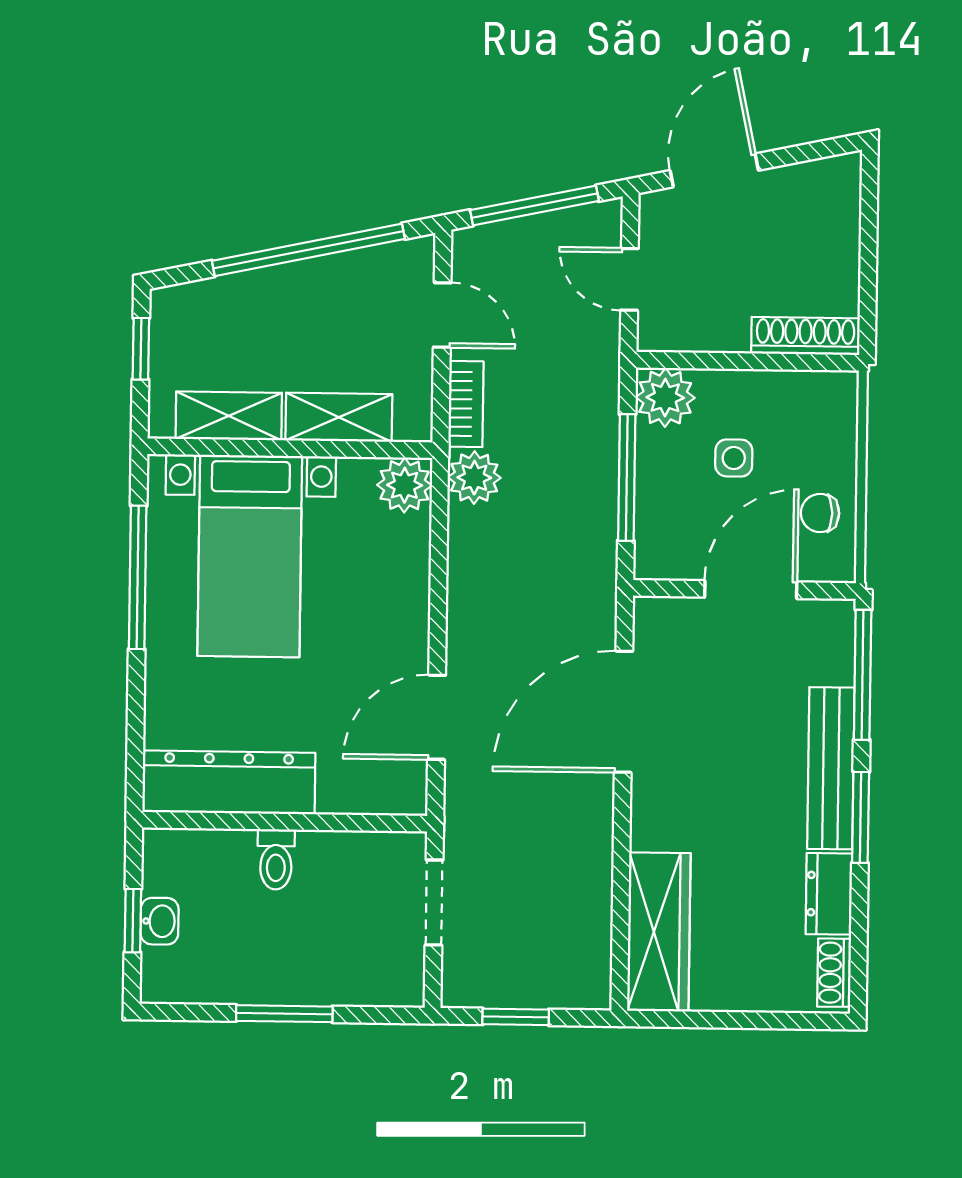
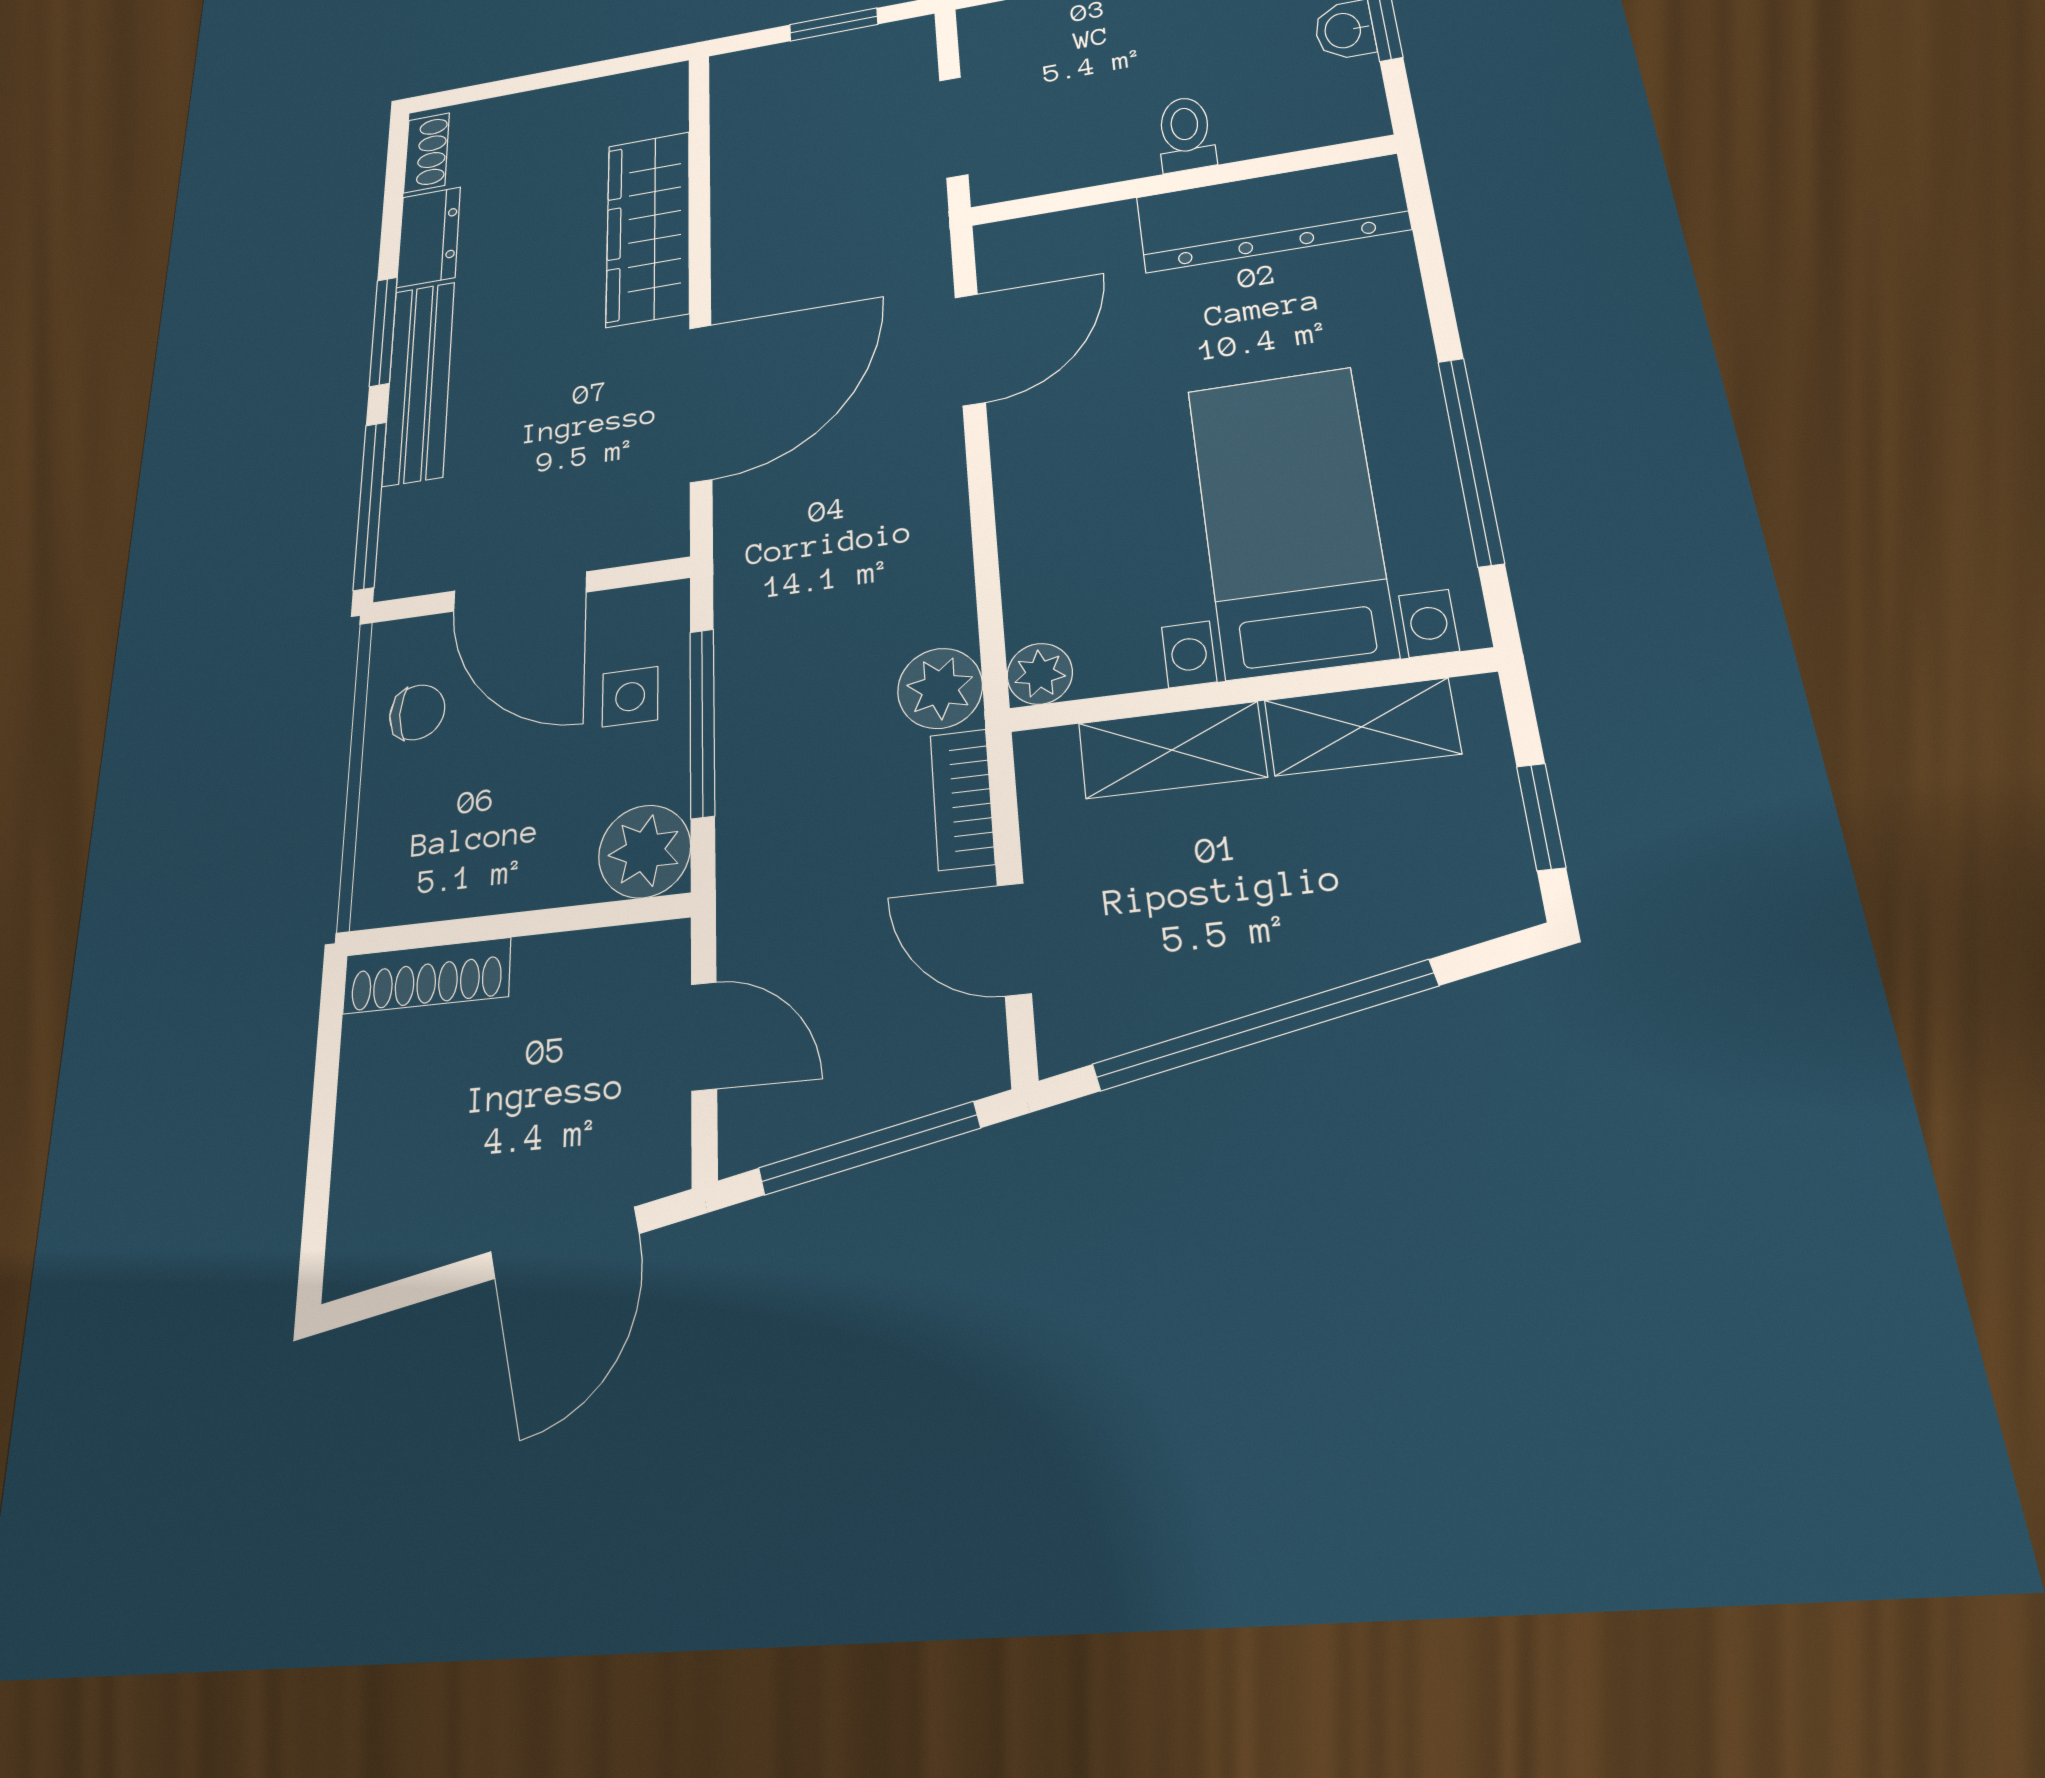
side table: (734, 458) -> (630, 697), moved
plant: (405, 485) -> (1040, 674), width x0.73, depth x0.73
door: (751, 590) -> (520, 592), hinge flipped
wardrobe: (659, 932) -> (648, 228), moved

